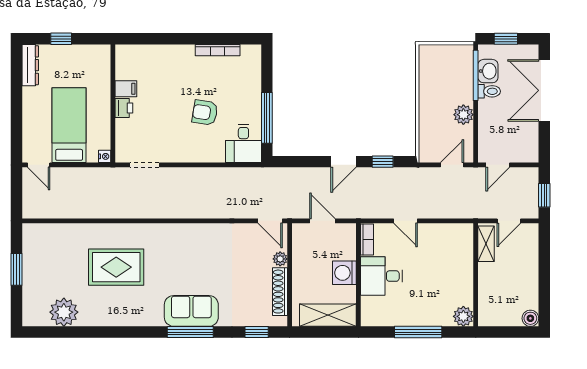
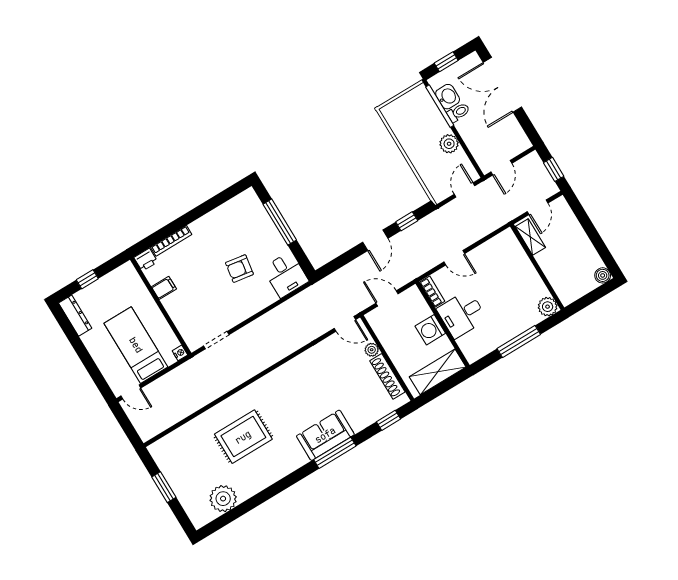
bookcase: (218, 50) -> (171, 241), moved
printer: (124, 108) -> (146, 260), moved, turned 90
window: (267, 118) -> (280, 222), moved

